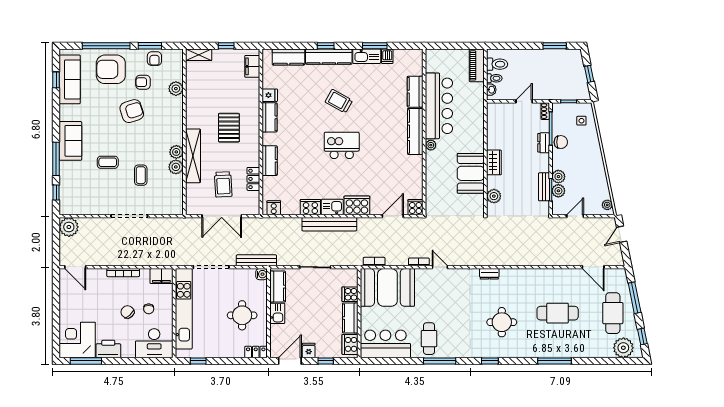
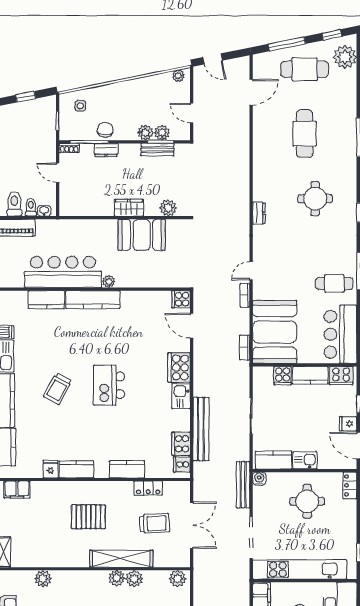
plant: (176, 204) -> (178, 579), added
cooker: (310, 207) -> (181, 444), moved
bench: (329, 224) -> (201, 429), moved

